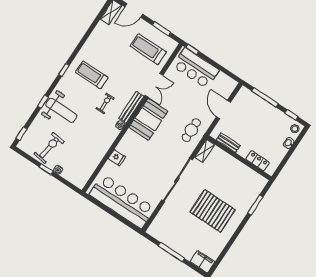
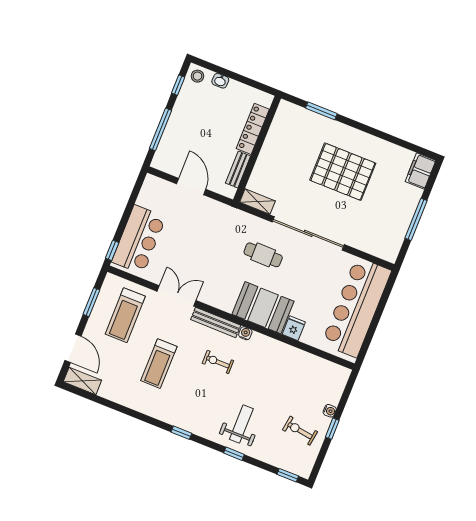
treadmill: (92, 75) -> (159, 364), moved
weight bench: (61, 110) -> (241, 424), width x0.73, depth x0.75
door: (223, 110) -> (191, 187), swing flipped
booth: (148, 119) -> (263, 308), moved
cafe table: (191, 130) -> (263, 255), moved
exercise bike: (49, 148) -> (300, 431), width x0.73, depth x0.72
locker: (258, 161) -> (253, 129), width x1.53
pallet: (213, 211) -> (343, 172), turned 90

